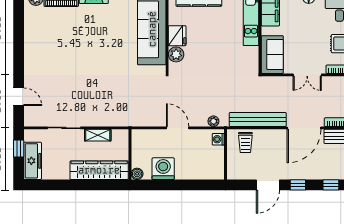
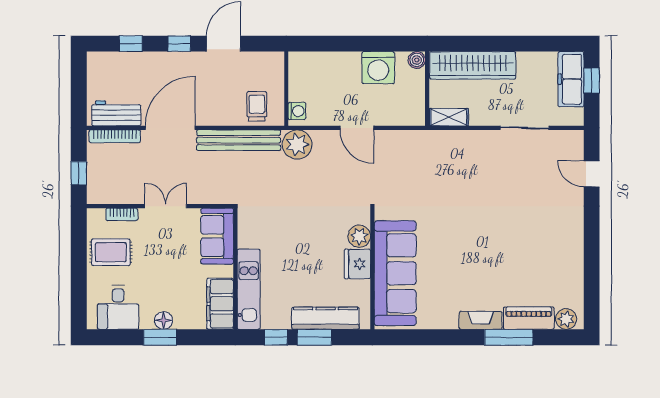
plant: (213, 121) -> (297, 144), width x1.88, depth x1.88
shelving: (98, 135) -> (449, 117), moved
window: (19, 148) -> (592, 80), moved

